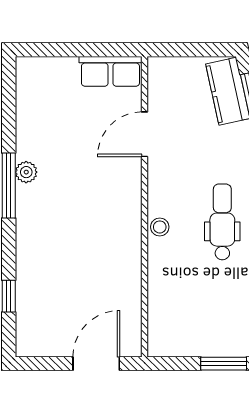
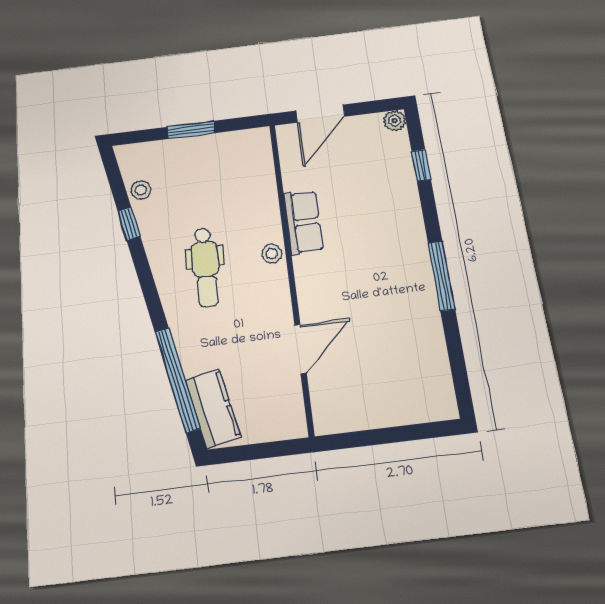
row of seats: (110, 71) -> (303, 222), moved, turned 90
plant: (26, 172) -> (395, 121), moved

